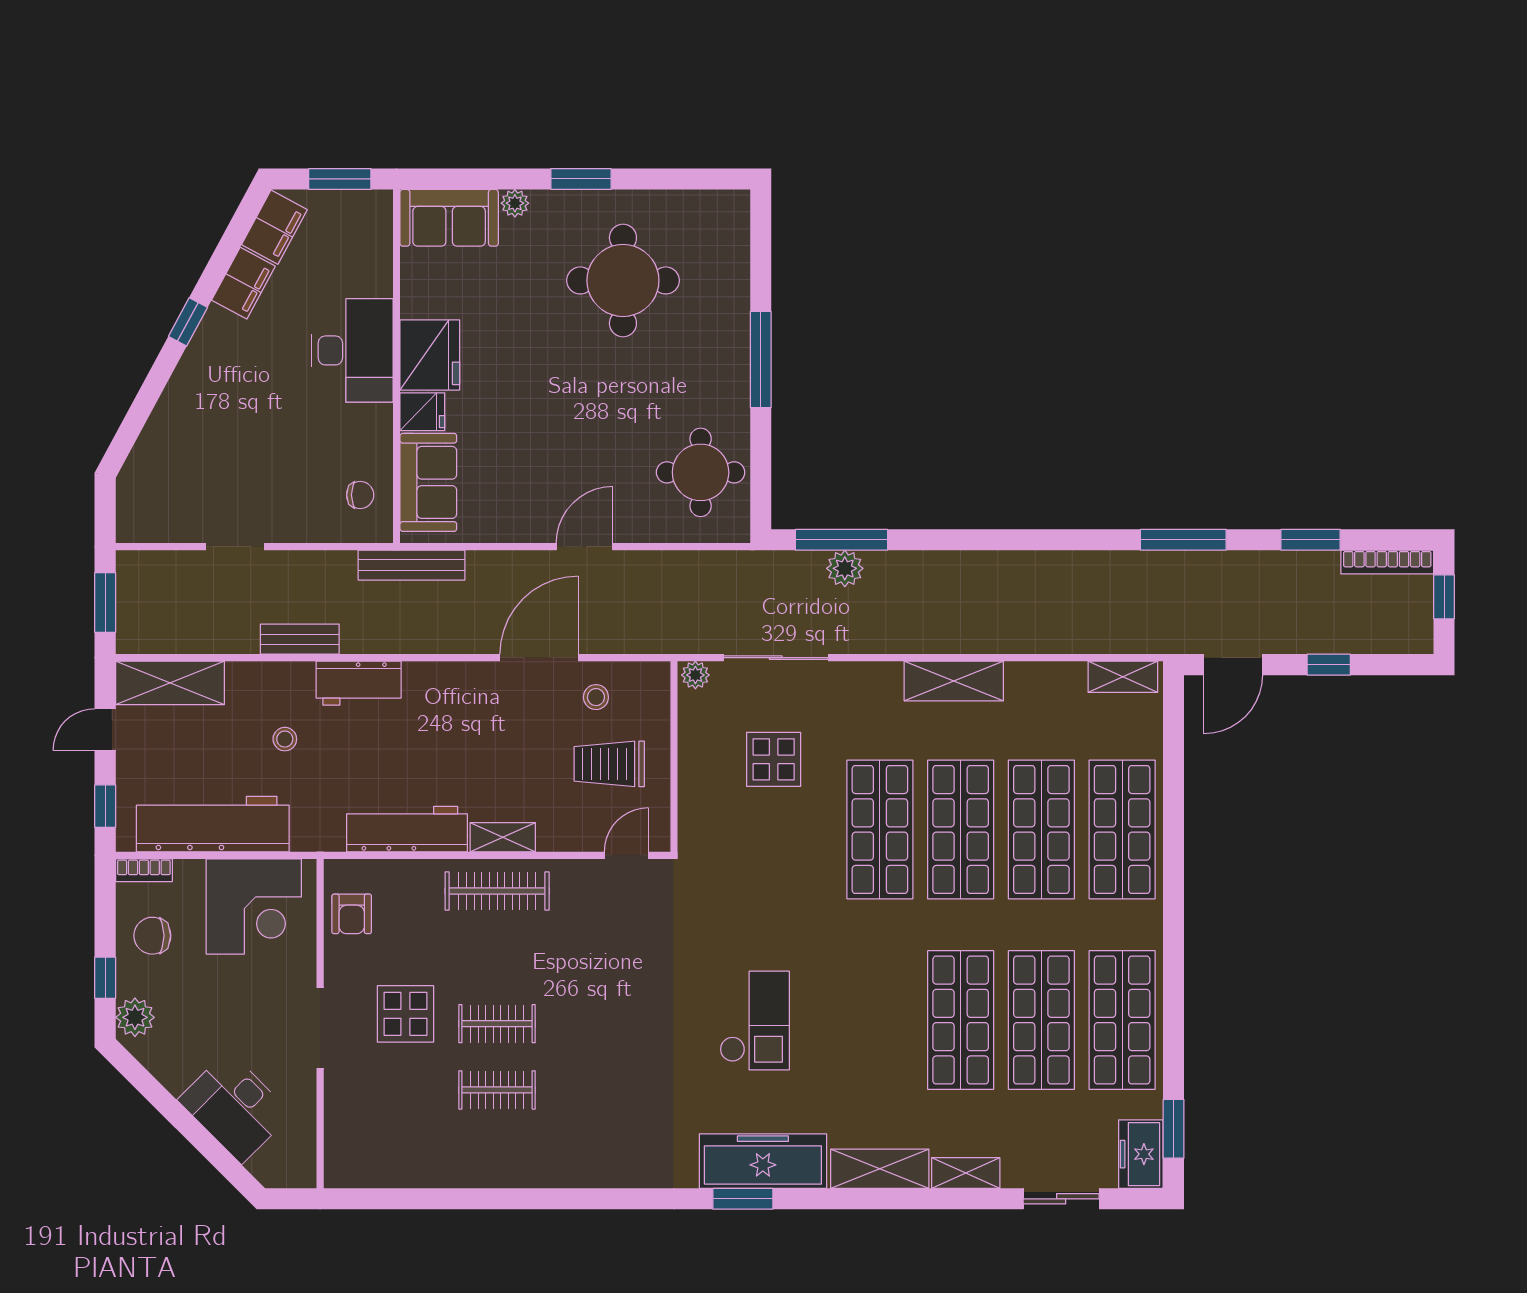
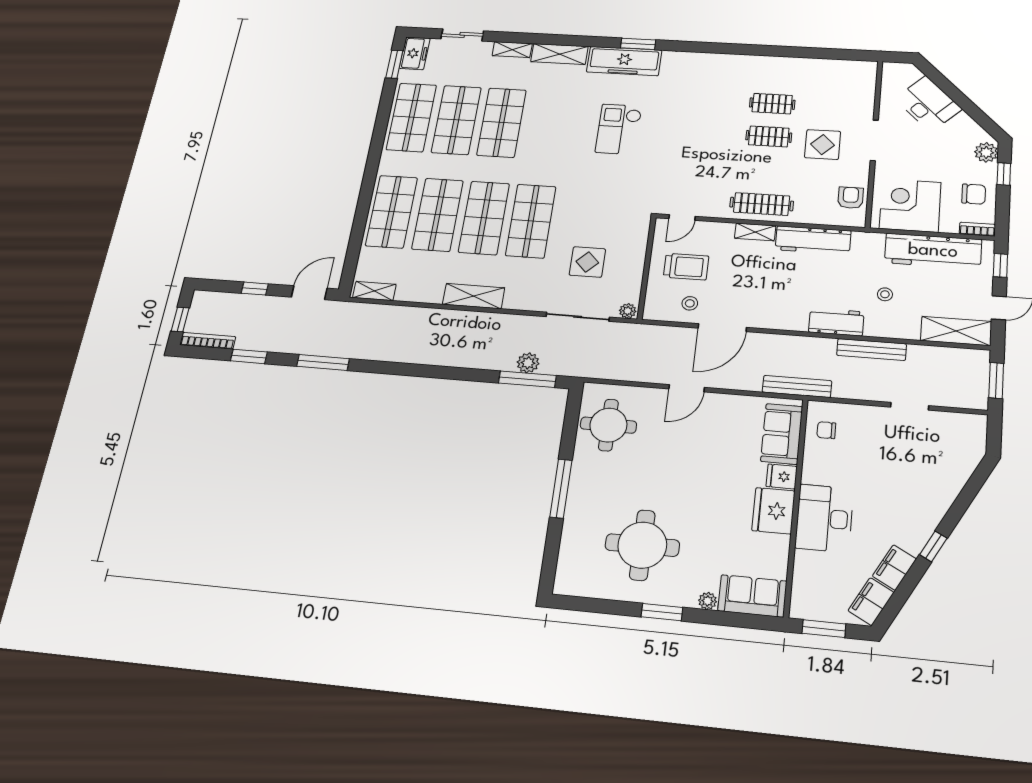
bench: (300, 639) -> (872, 350), width x1.36

